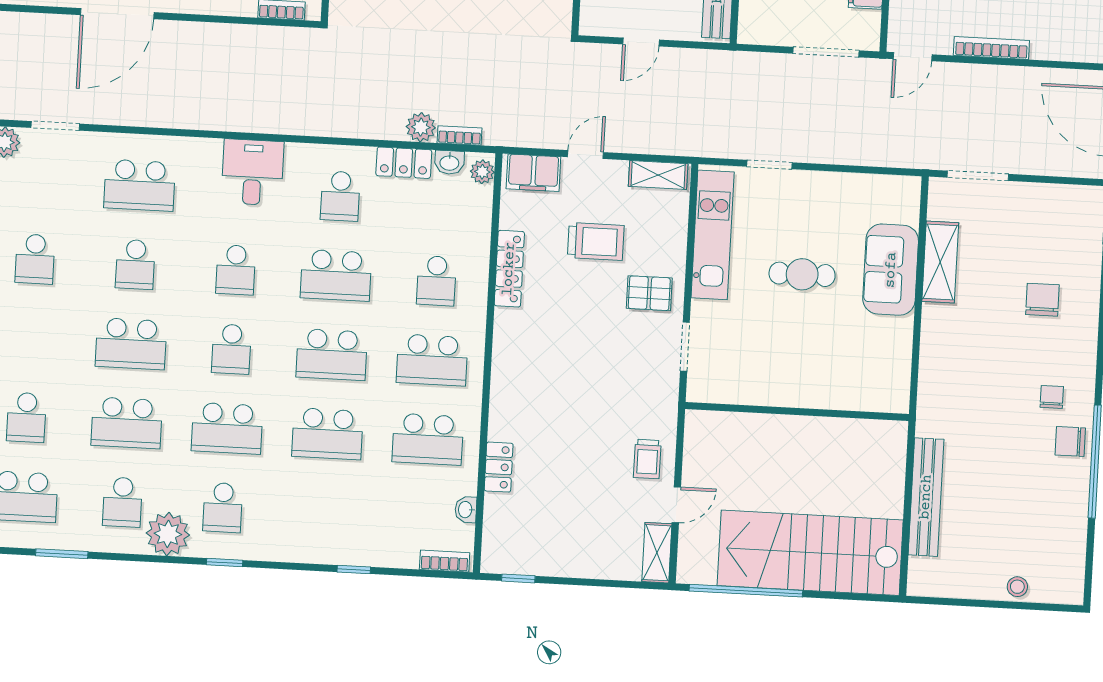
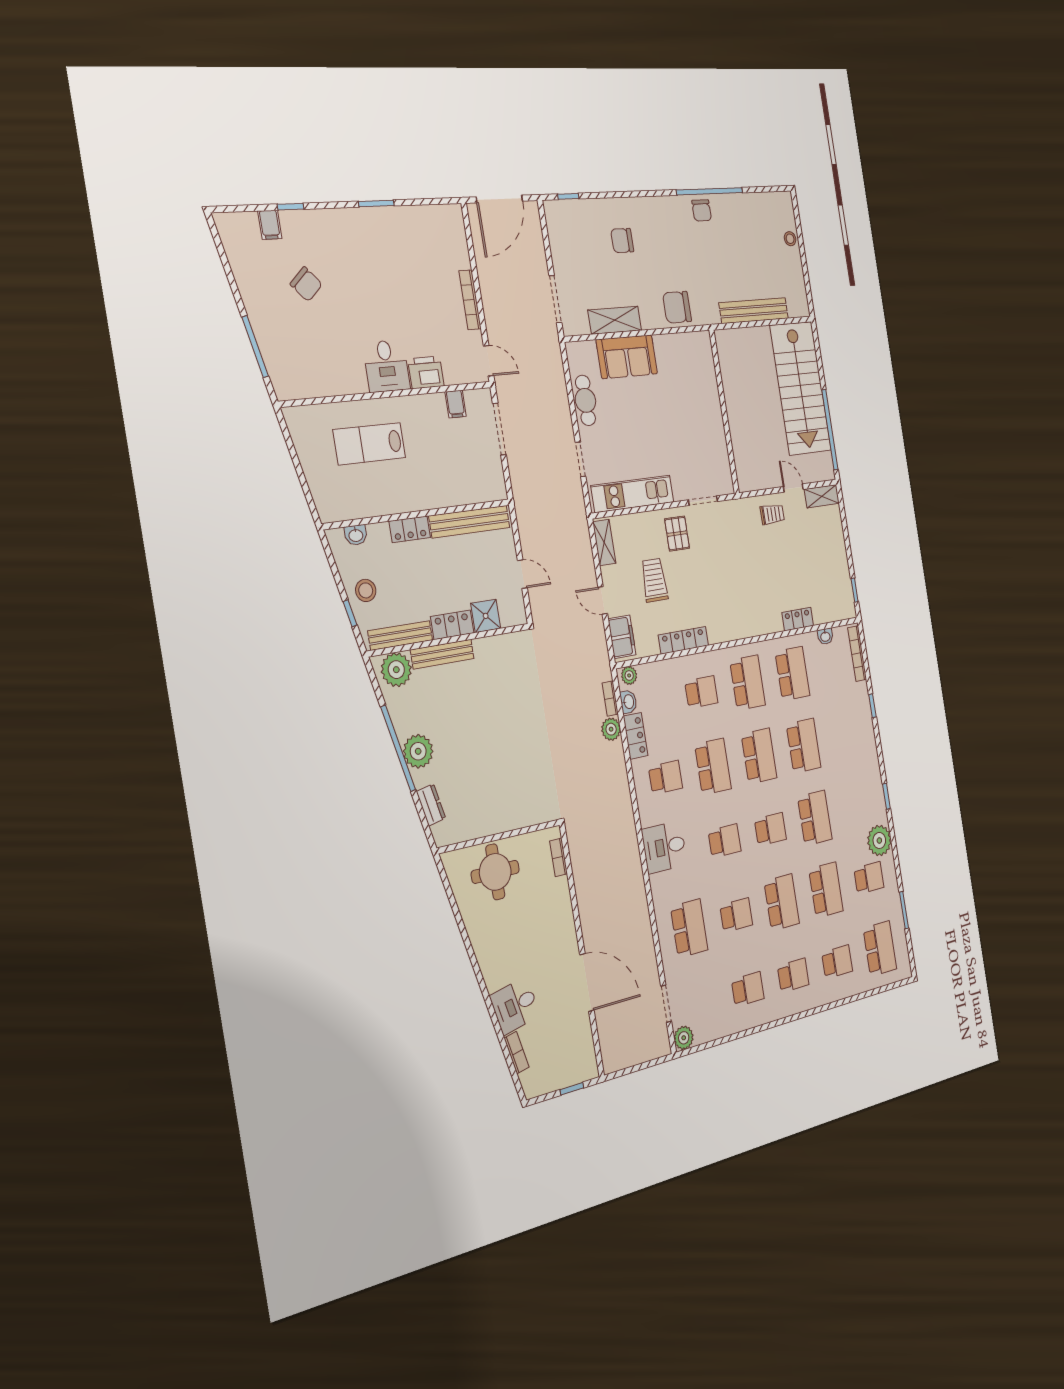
cafe table: (802, 274) -> (585, 400), moved
chair: (1052, 397) -> (677, 307), moved, width x1.87, depth x1.87
school desk: (223, 508) -> (793, 975), moved
bookcase: (445, 561) -> (857, 654), width x1.56

